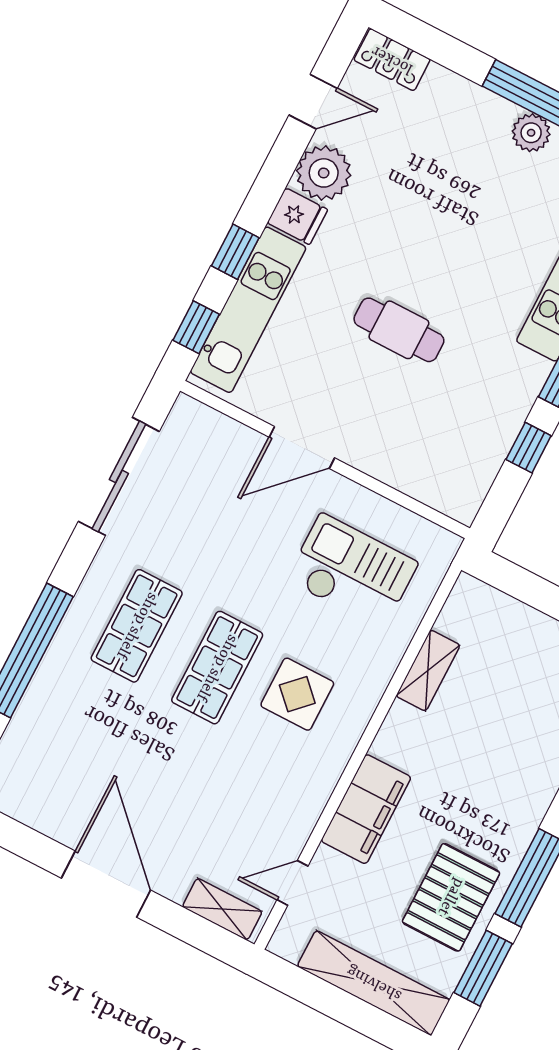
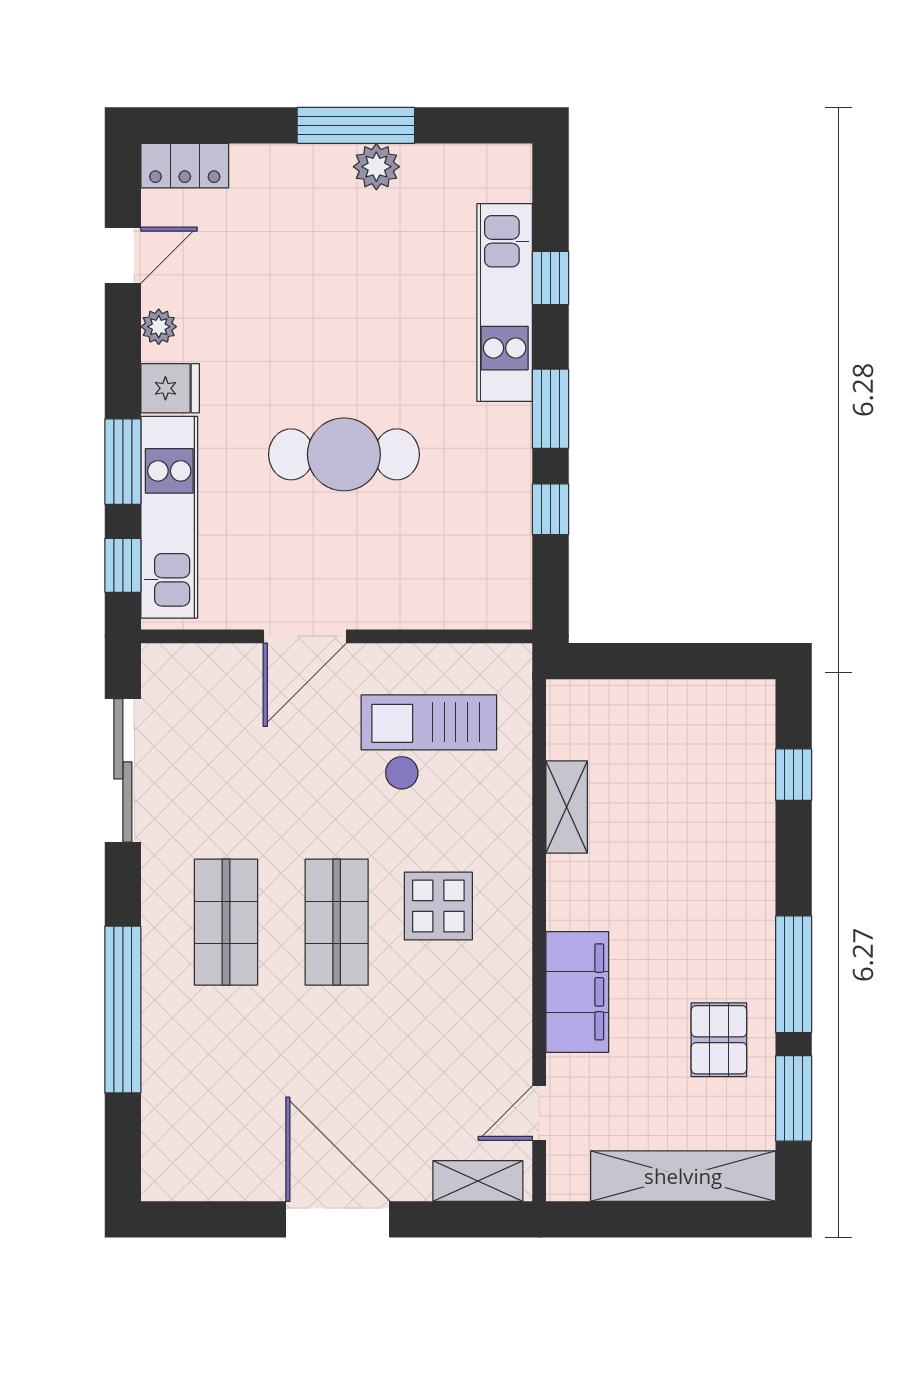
plant: (324, 173) -> (159, 327), width x0.53, depth x0.53
window: (235, 252) -> (123, 462), width x1.50
cafe table: (399, 330) -> (344, 454), width x1.37, depth x1.35
pallet: (451, 897) -> (719, 1040), width x0.67, depth x0.71

